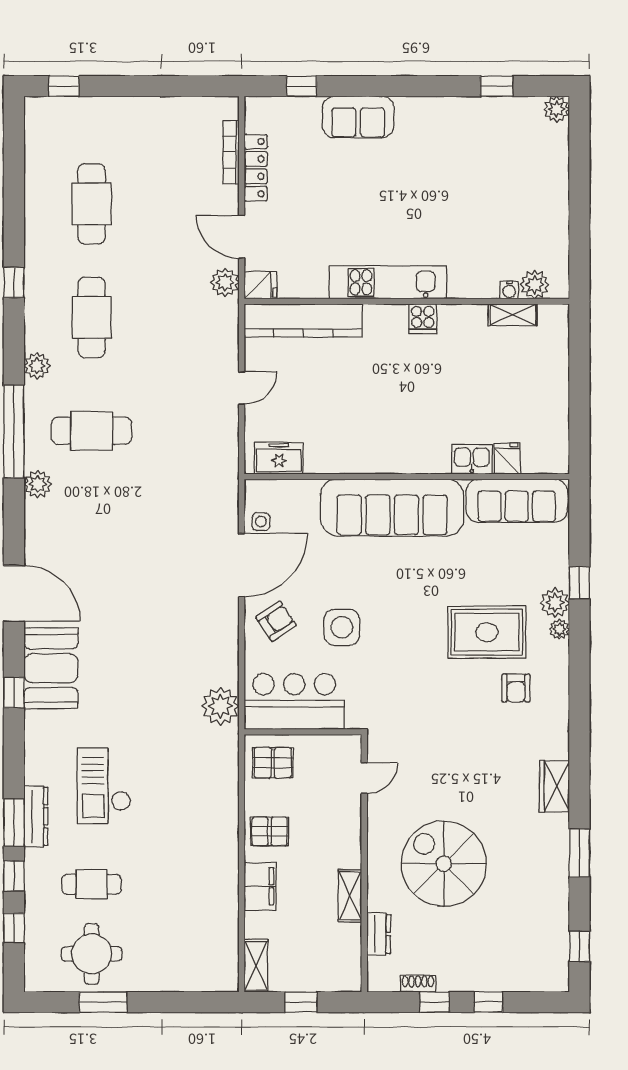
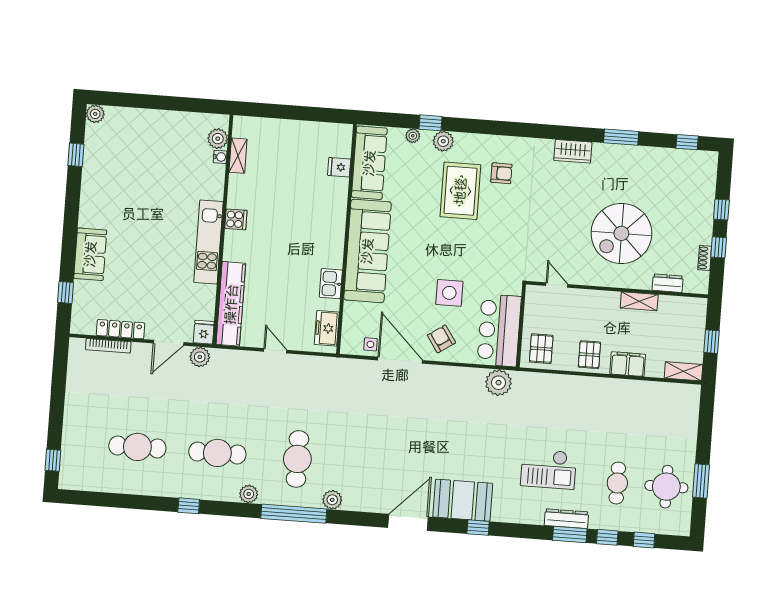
kitchen sink: (472, 459) -> (331, 284), moved
plant: (559, 629) -> (413, 136), moved

